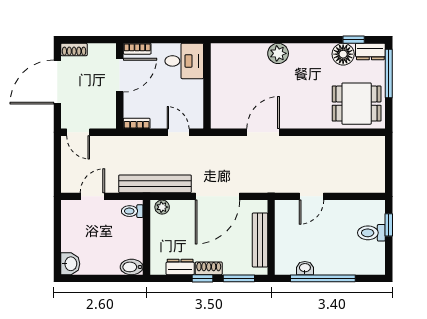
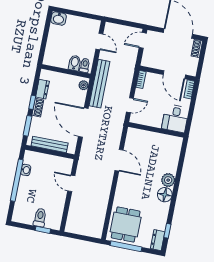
floor lamp: (343, 54) -> (165, 195), moved
window: (389, 73) -> (126, 246), moved
bidet: (132, 267) -> (75, 63), moved

